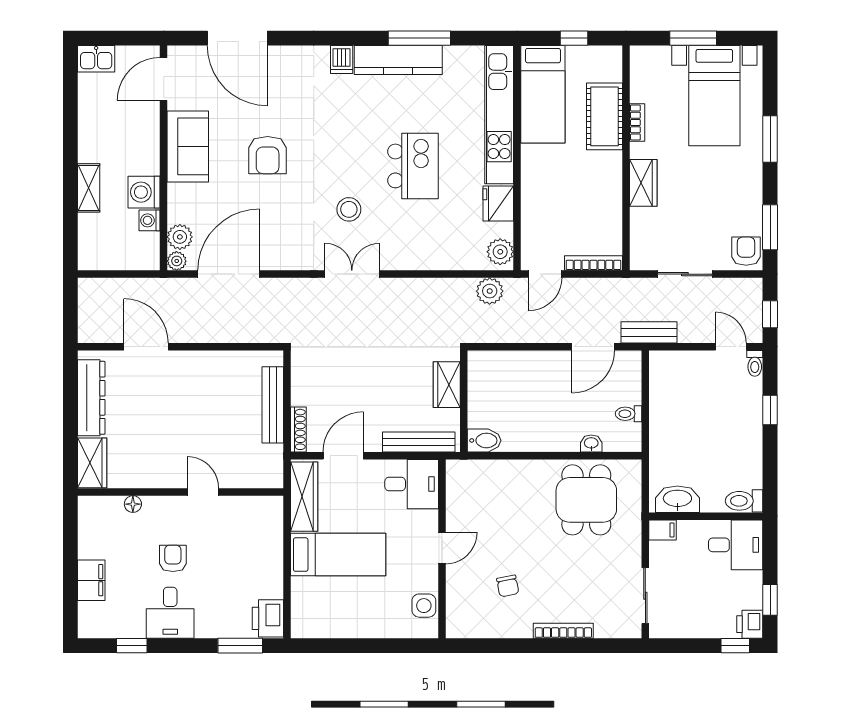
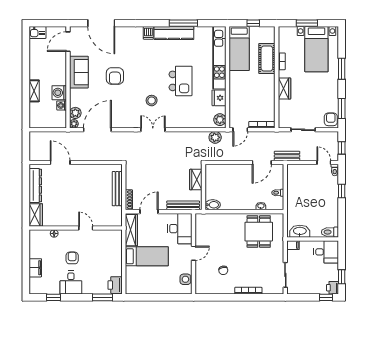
desk: (412, 484) -> (180, 229), width x1.37

